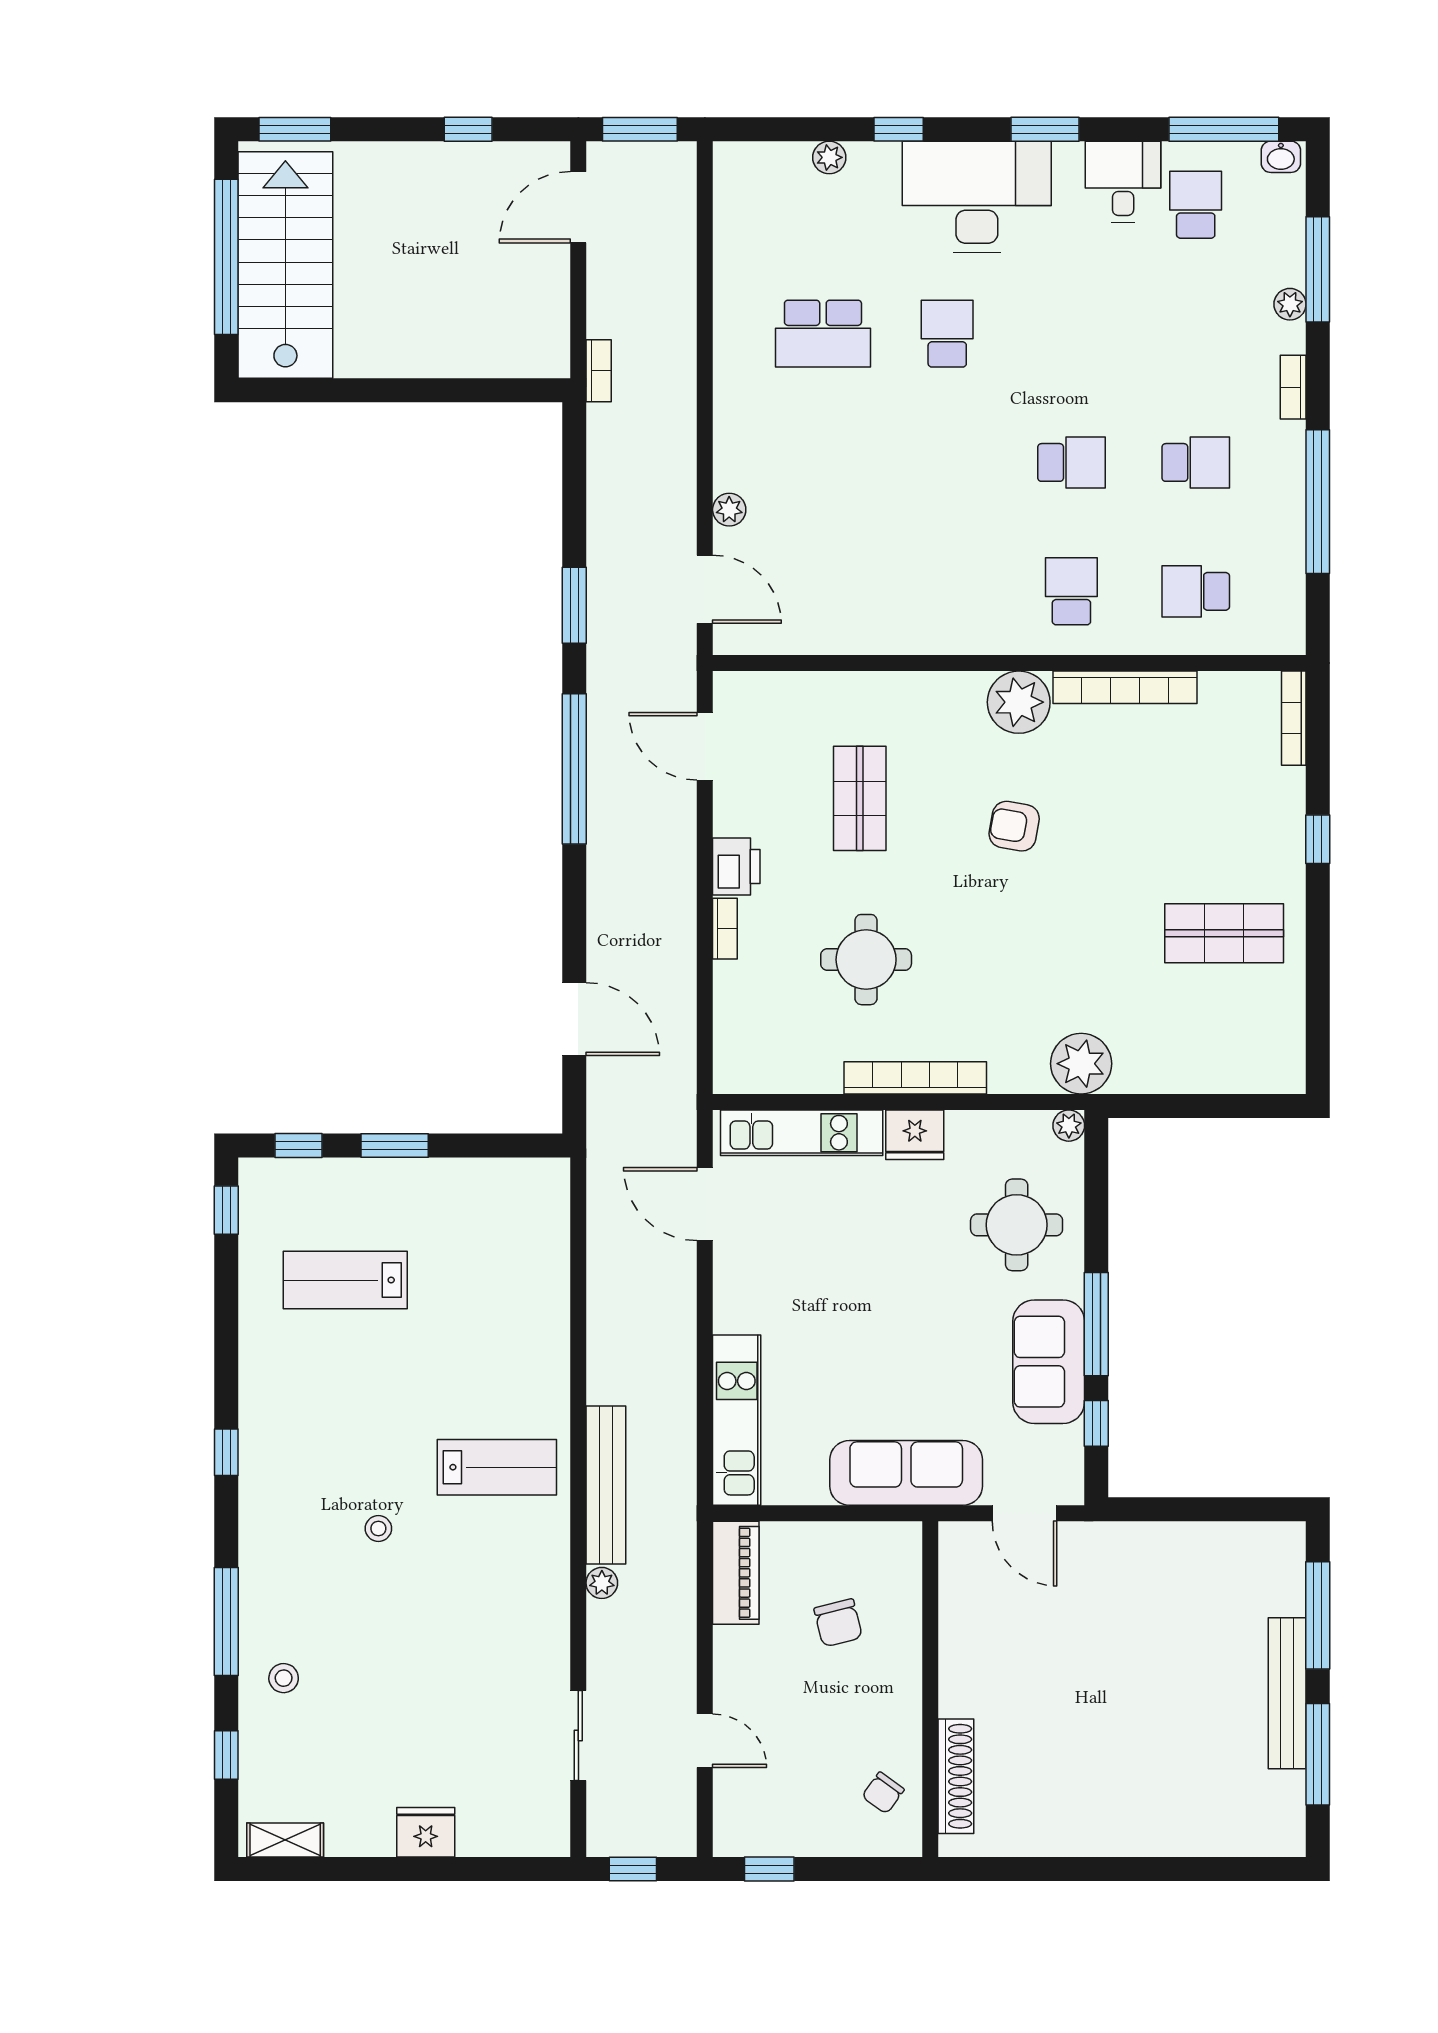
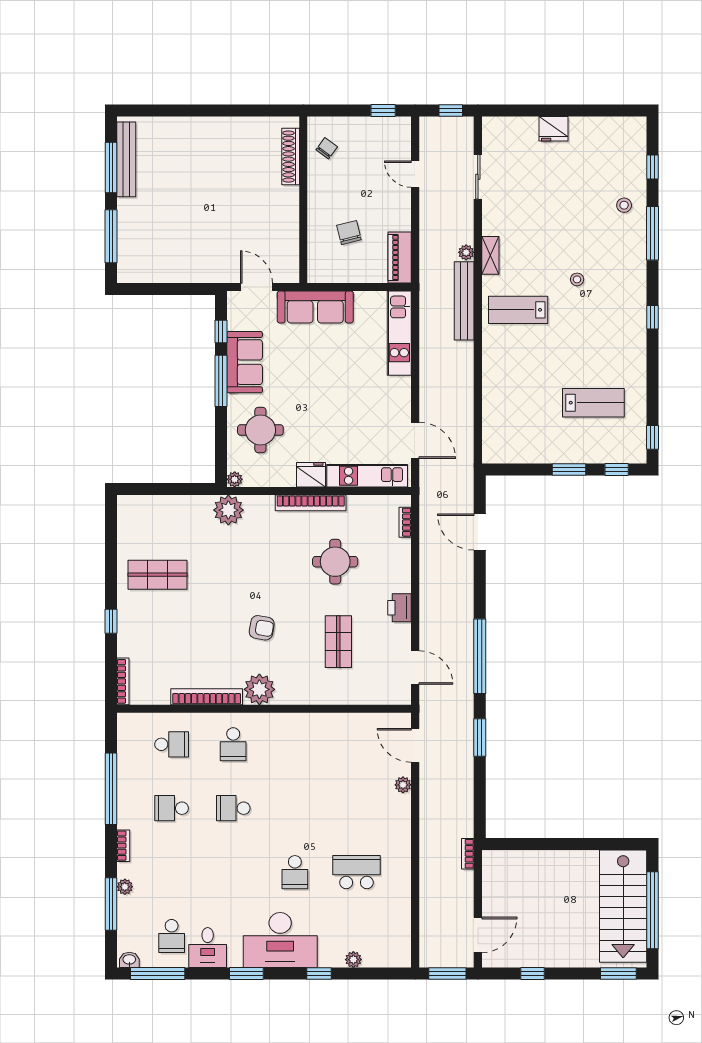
bookcase: (725, 929) -> (405, 522), moved
bench: (1287, 1693) -> (126, 159), moved
shelving: (285, 1840) -> (490, 255), moved, turned 90

